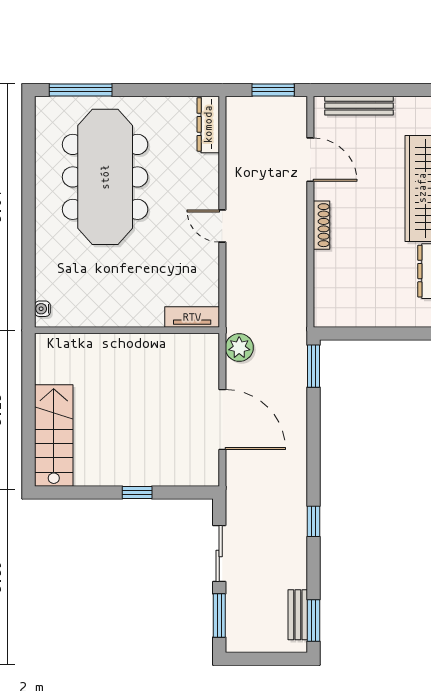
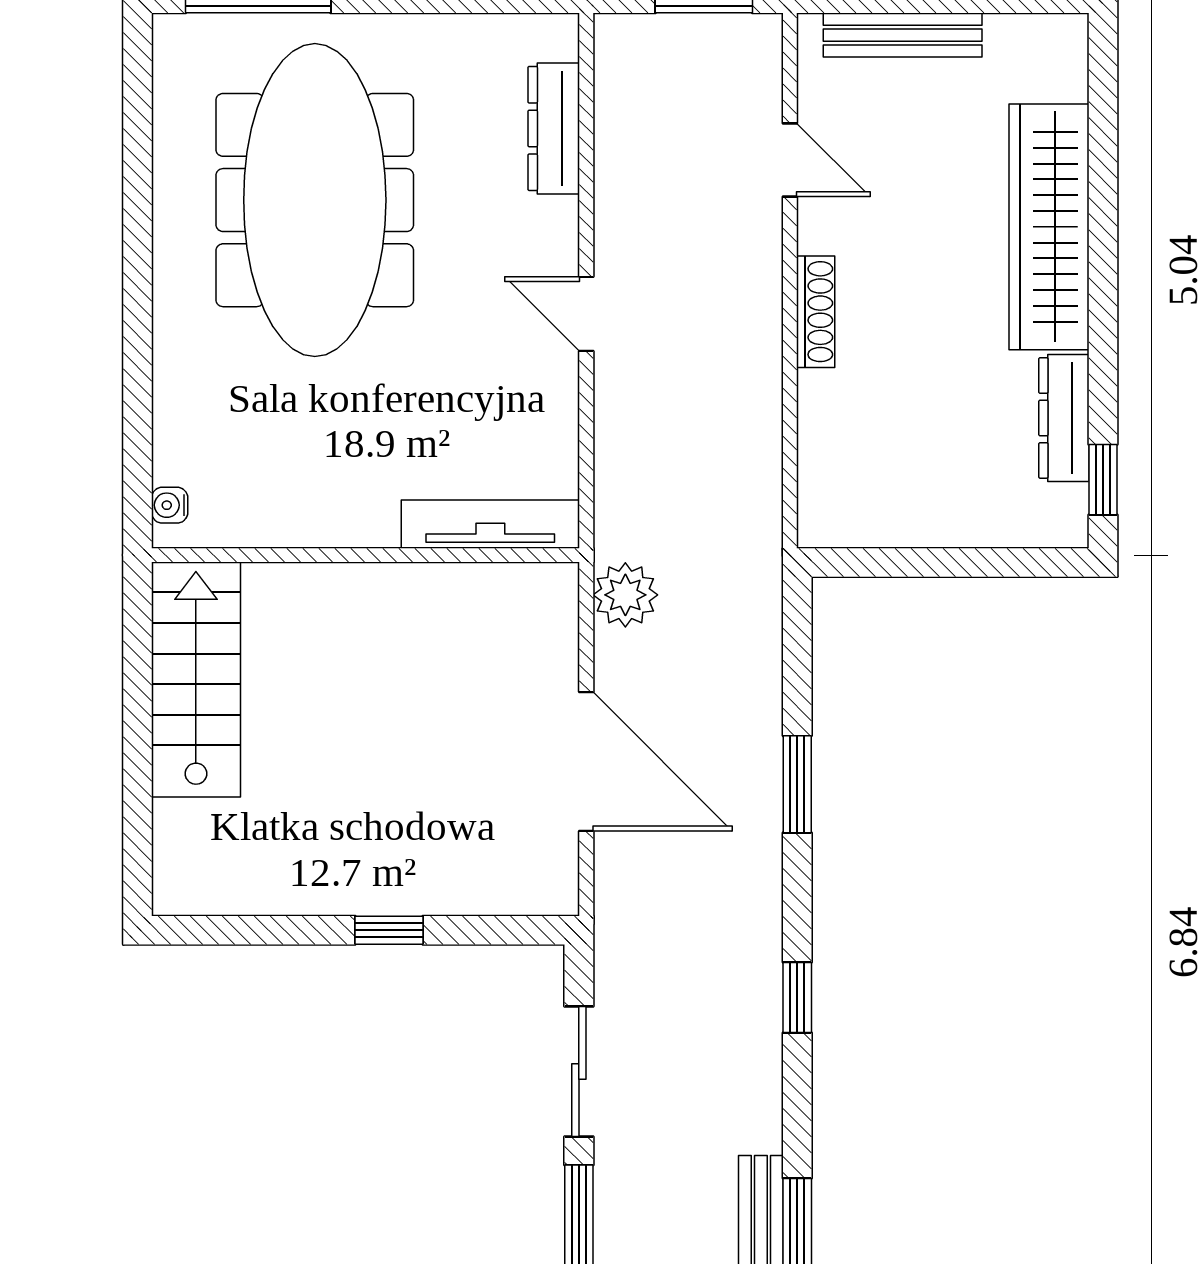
dresser: (208, 124) -> (554, 128), moved
door: (310, 160) -> (790, 160), width x0.73
tv unit: (192, 317) -> (490, 524), width x1.41
window: (314, 366) -> (797, 784), moved
stairs: (54, 435) -> (196, 680), moved

